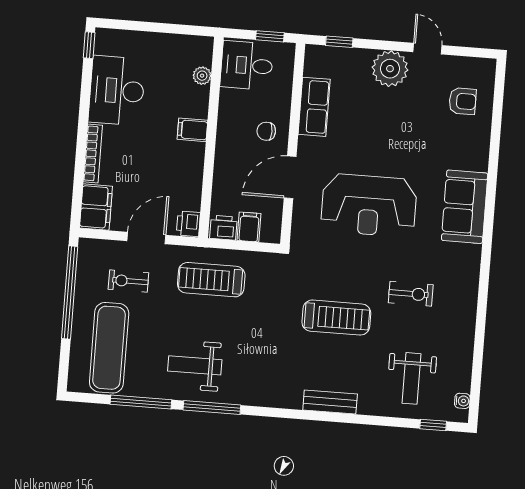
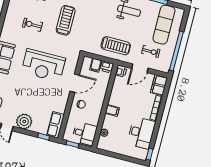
row of seats: (314, 107) -> (55, 125), moved
reception desk: (369, 205) -> (43, 65), turned 180
treadmill: (336, 318) -> (66, 20), turned 90

